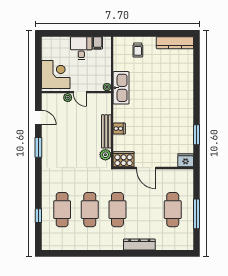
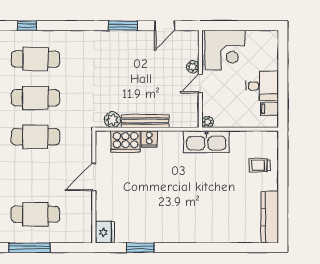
cooker: (124, 159) -> (126, 141), moved, turned 90

